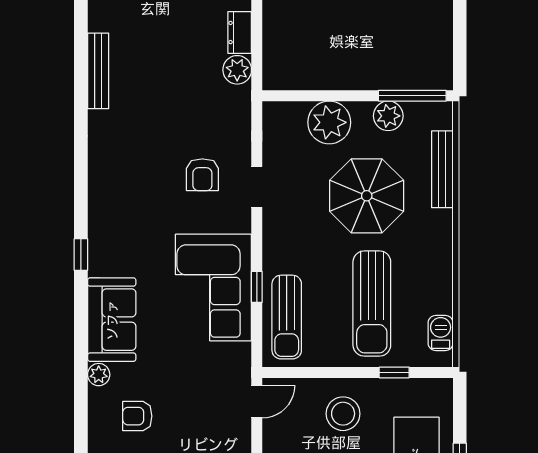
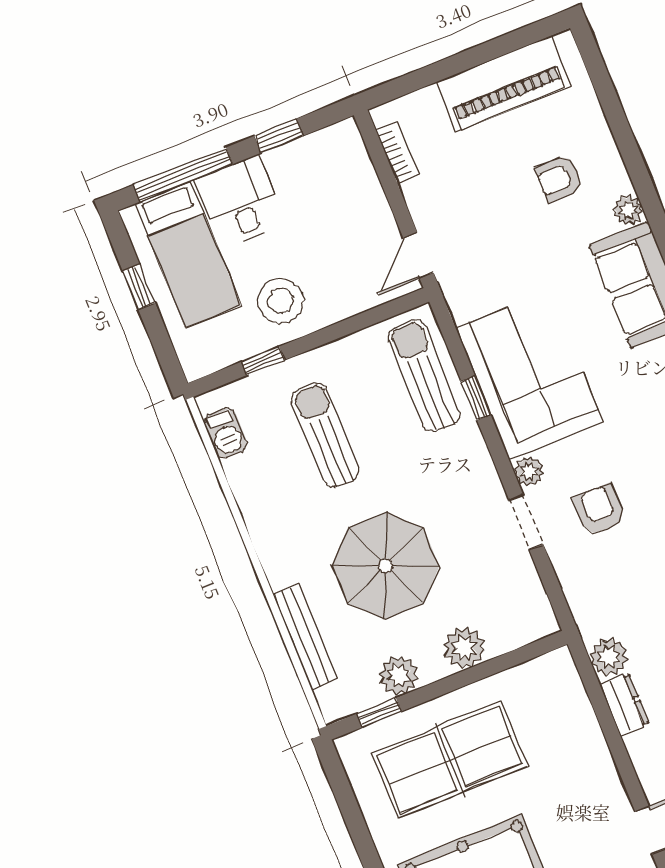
table tennis table: (377, 43) -> (449, 760), added
window: (412, 96) -> (379, 713), width x0.46
plant: (329, 122) -> (464, 648), width x0.73, depth x0.73
plant: (240, 221) -> (529, 471), added
sun lounger: (372, 304) -> (325, 435), width x0.73, depth x0.75
stool: (343, 414) -> (281, 301), moved
armchair: (137, 416) -> (559, 178), turned 180

